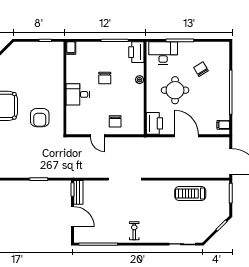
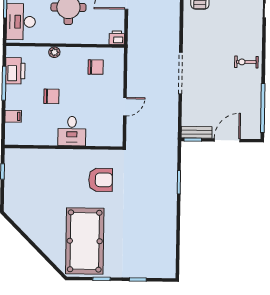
filing cabinet: (71, 48) -> (13, 116), moved
printer: (136, 52) -> (15, 71), moved, turned -90
chair: (115, 121) -> (96, 67), moved
printer: (154, 123) -> (117, 38), width x0.53, depth x0.68

